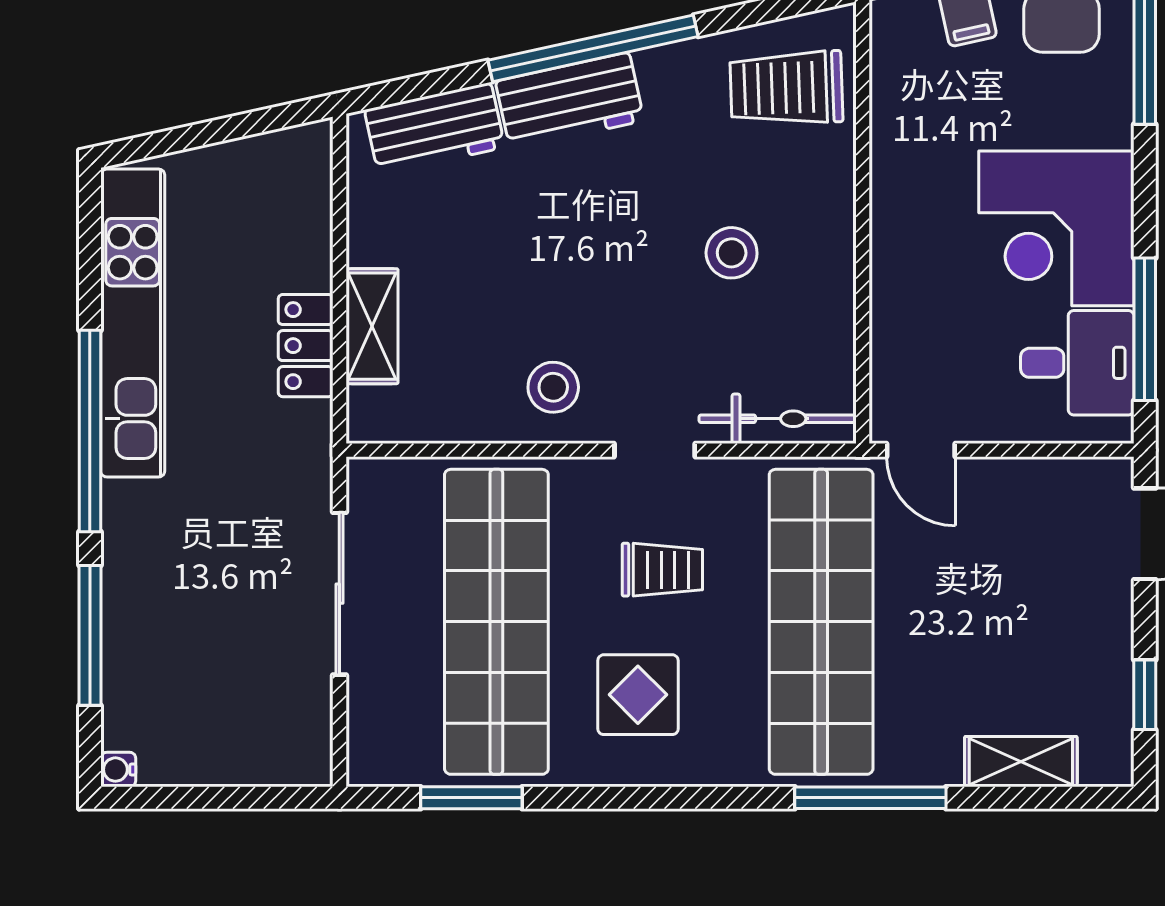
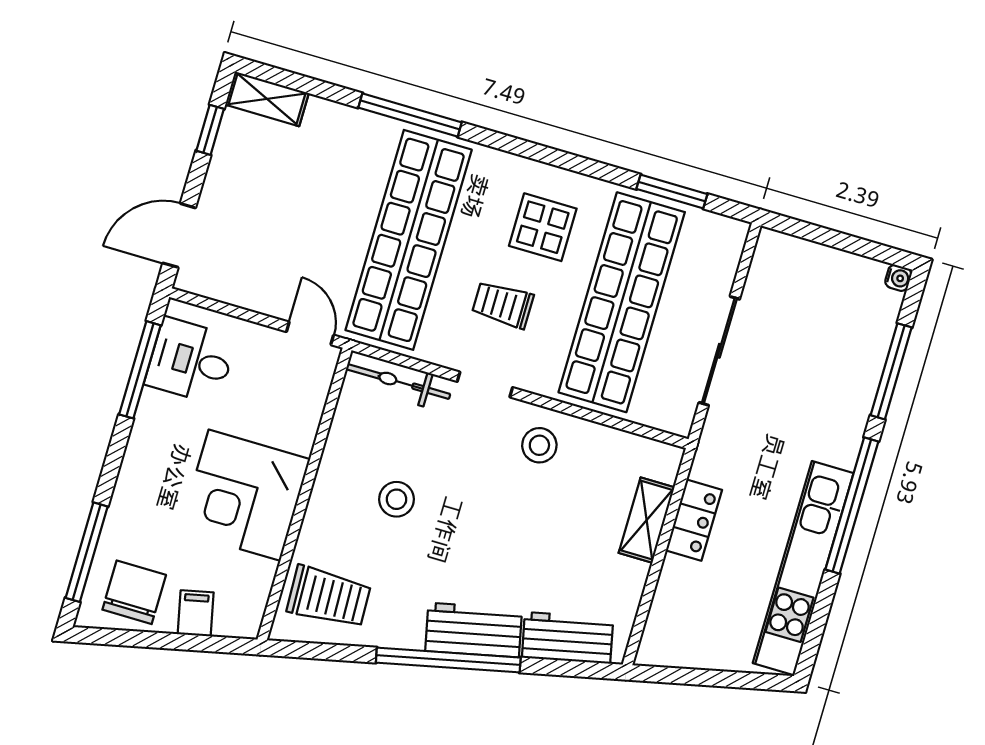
corner desk: (1056, 228) -> (245, 495), moved, turned 180
shelving: (1021, 762) -> (267, 99), moved

